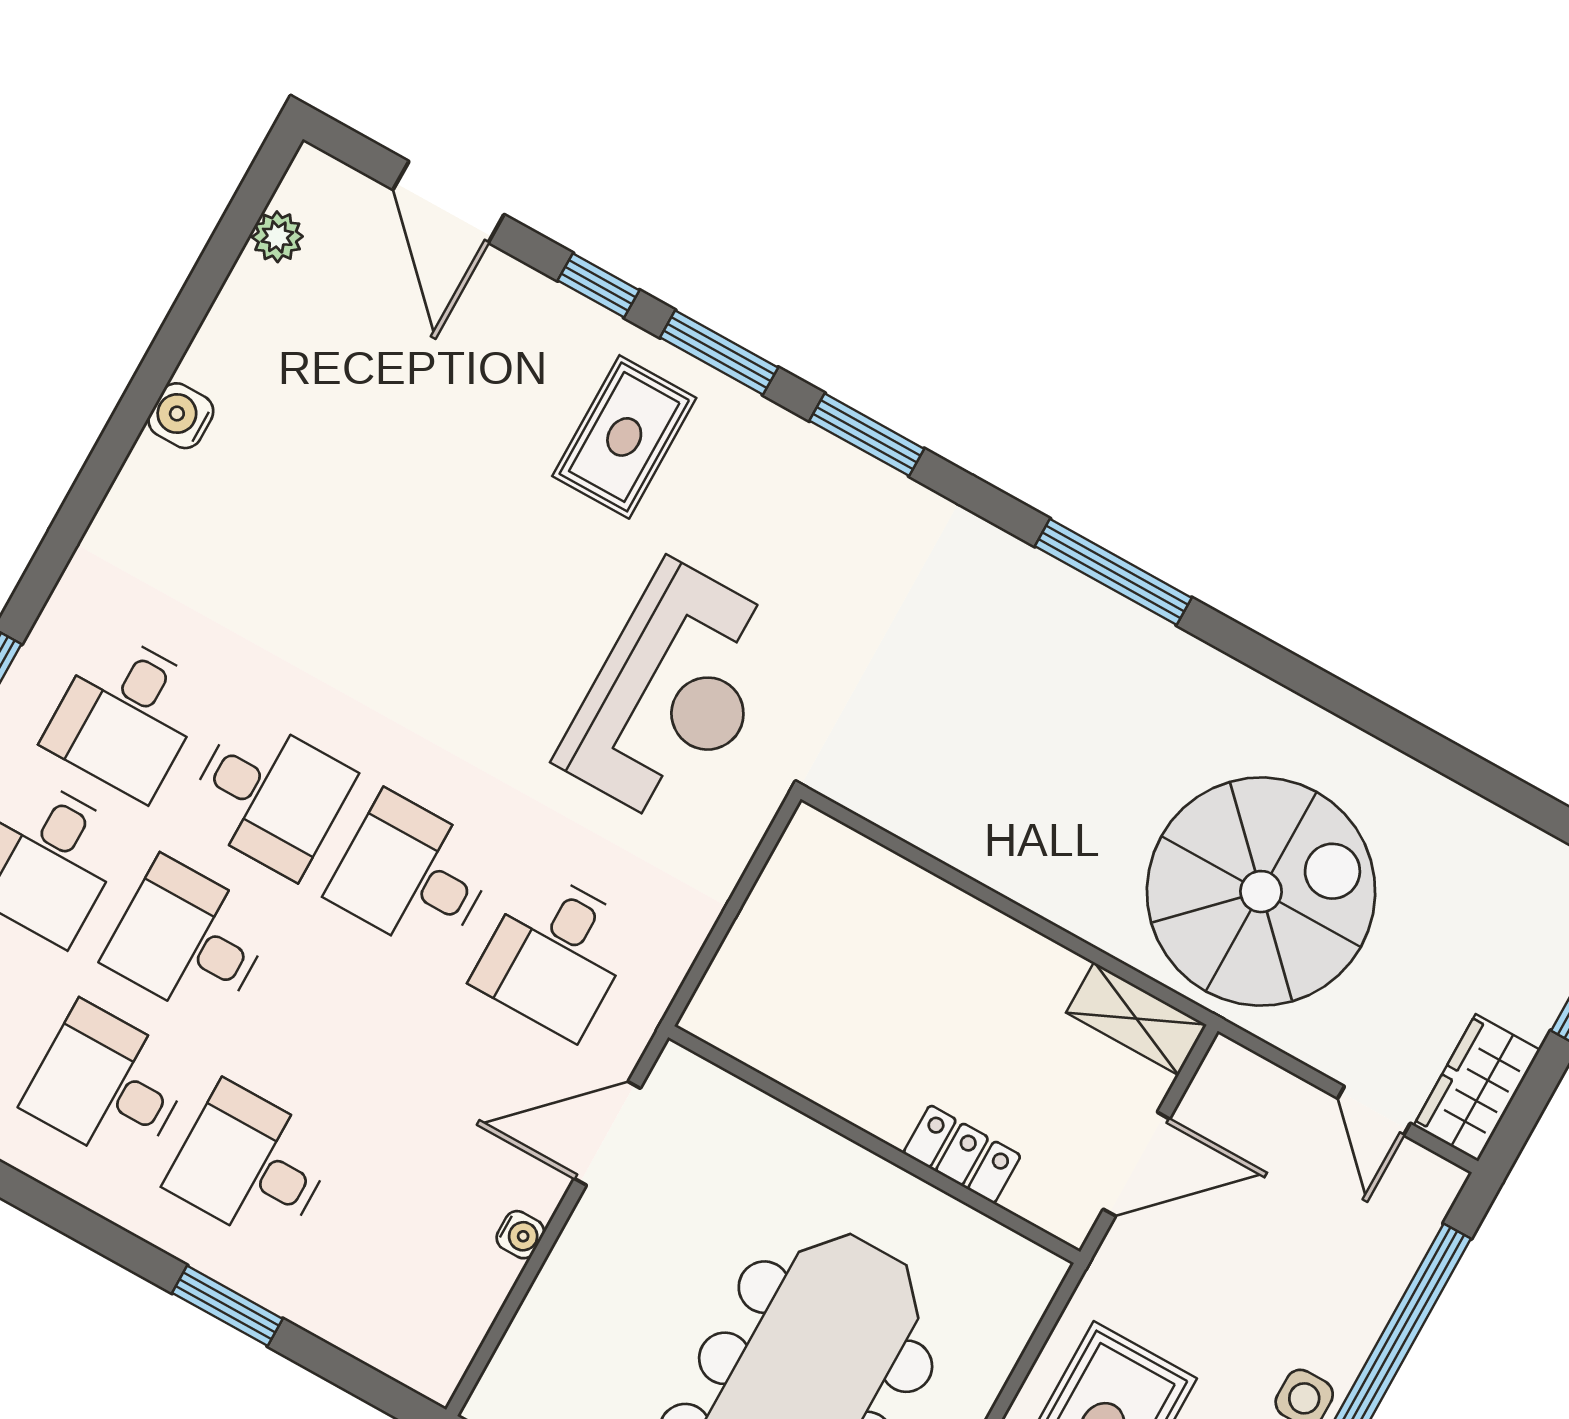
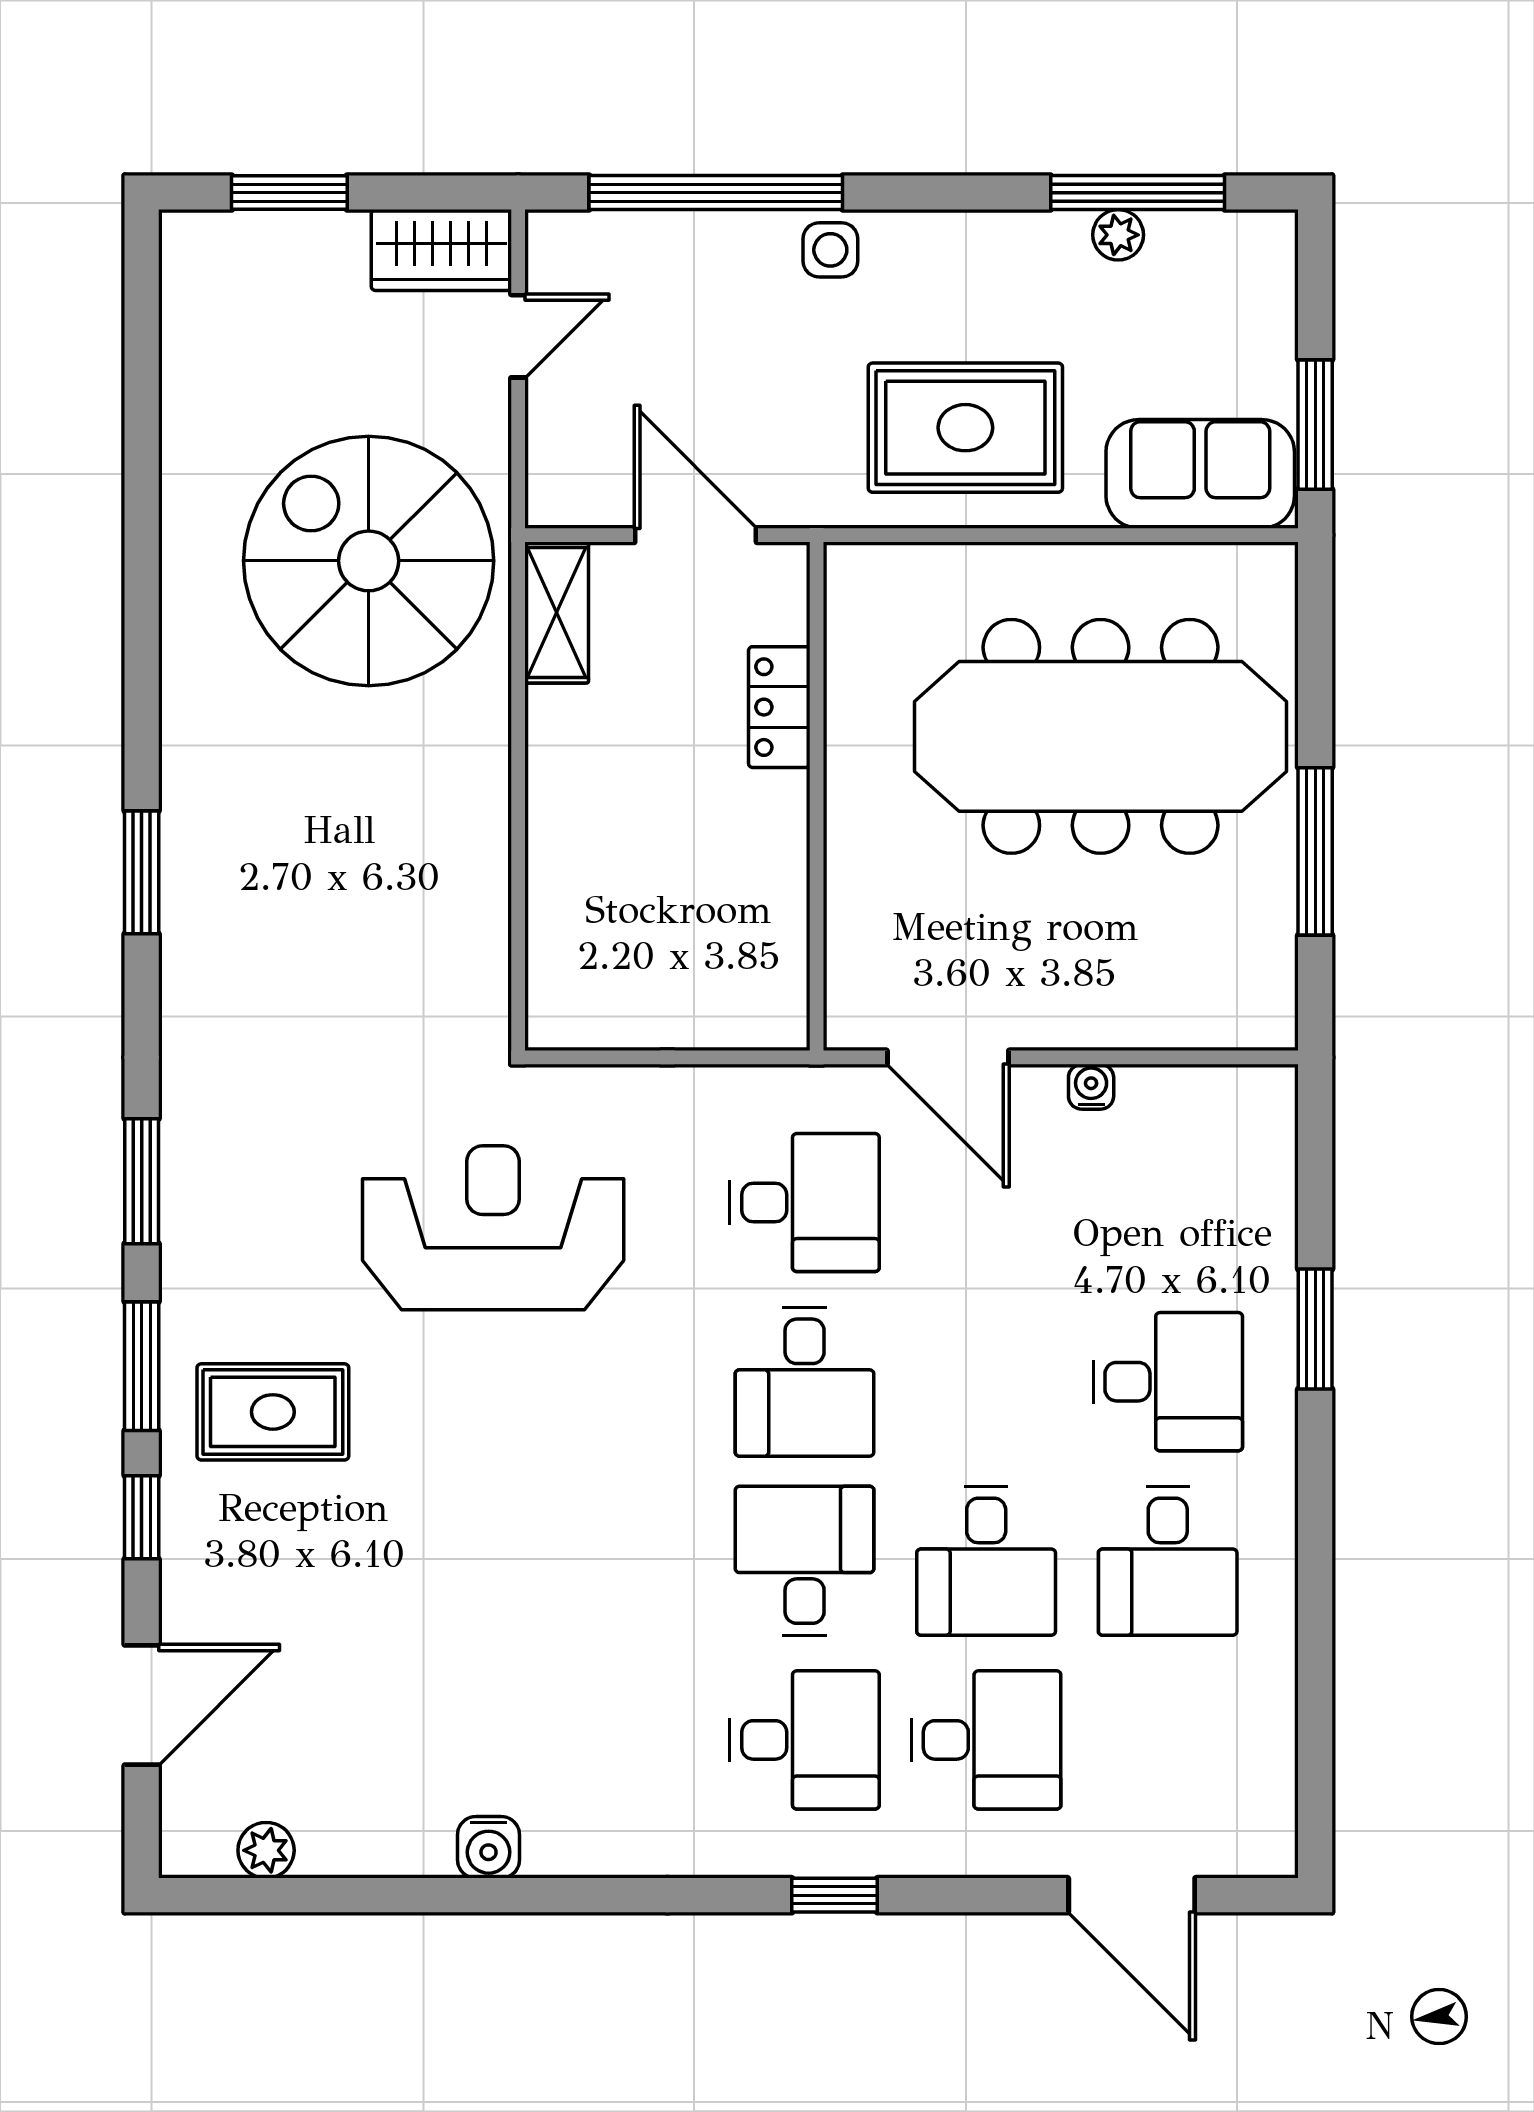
window: (1113, 572) -> (142, 872), width x0.69
desk: (251, 1165) -> (1168, 1382), turned -90

